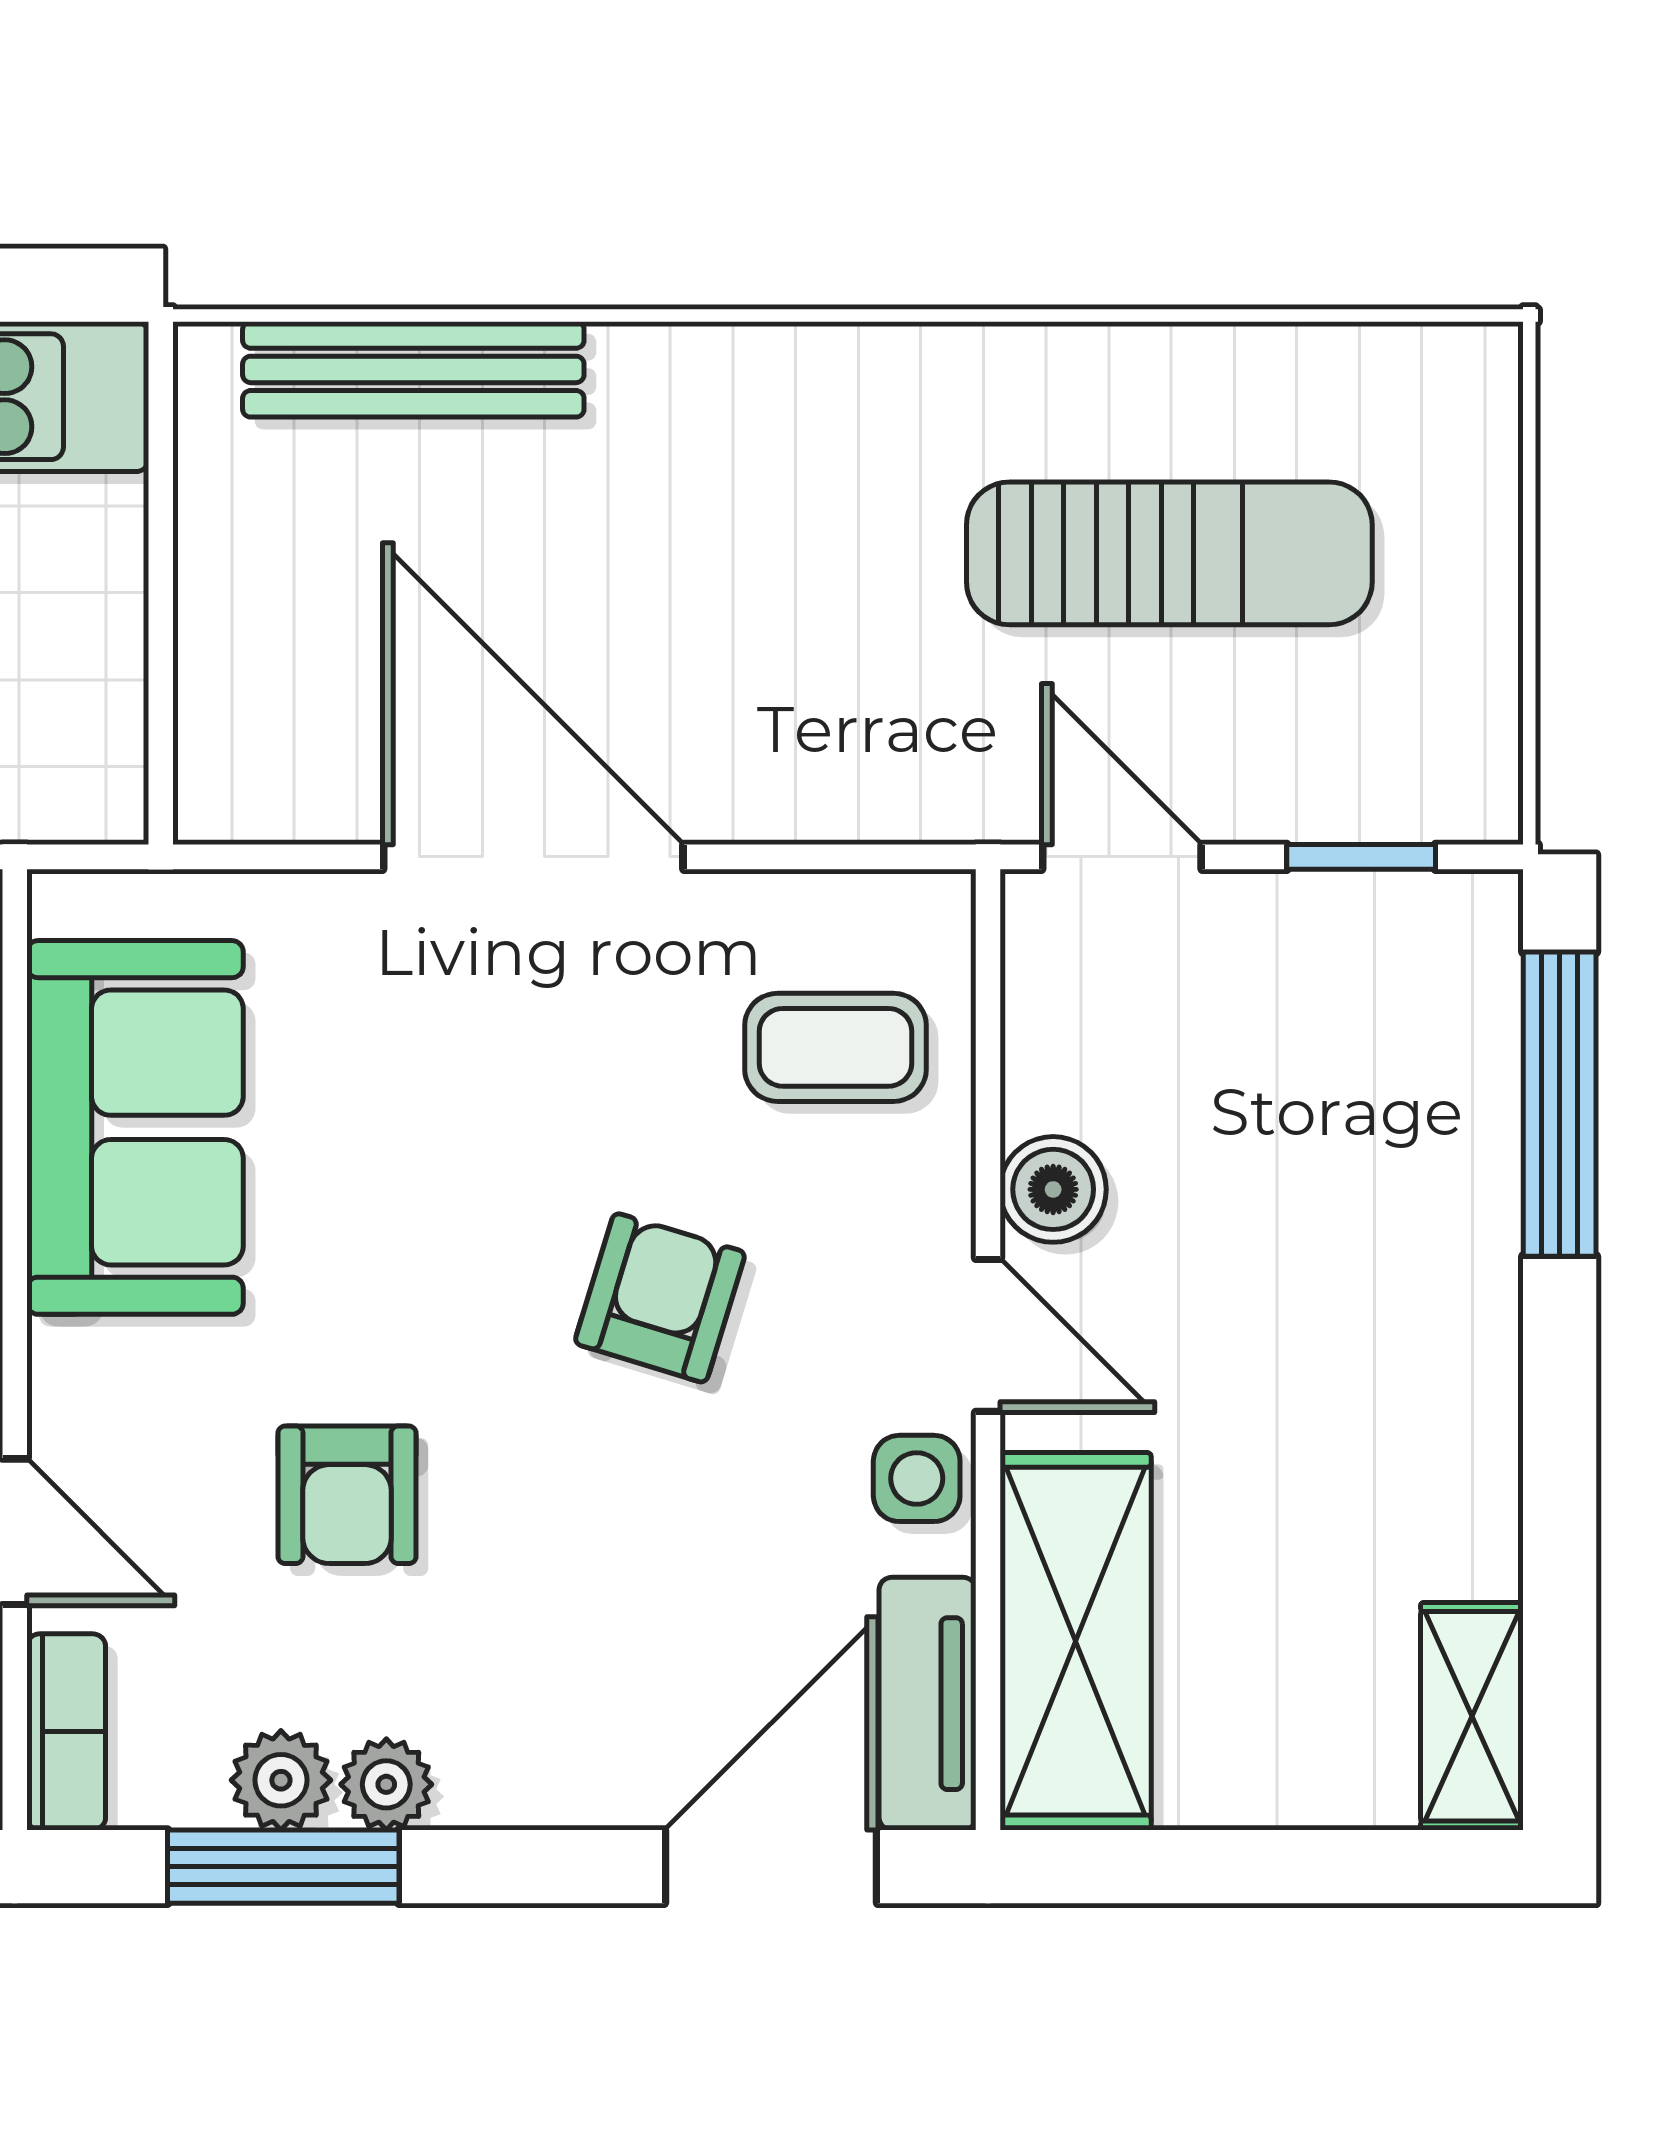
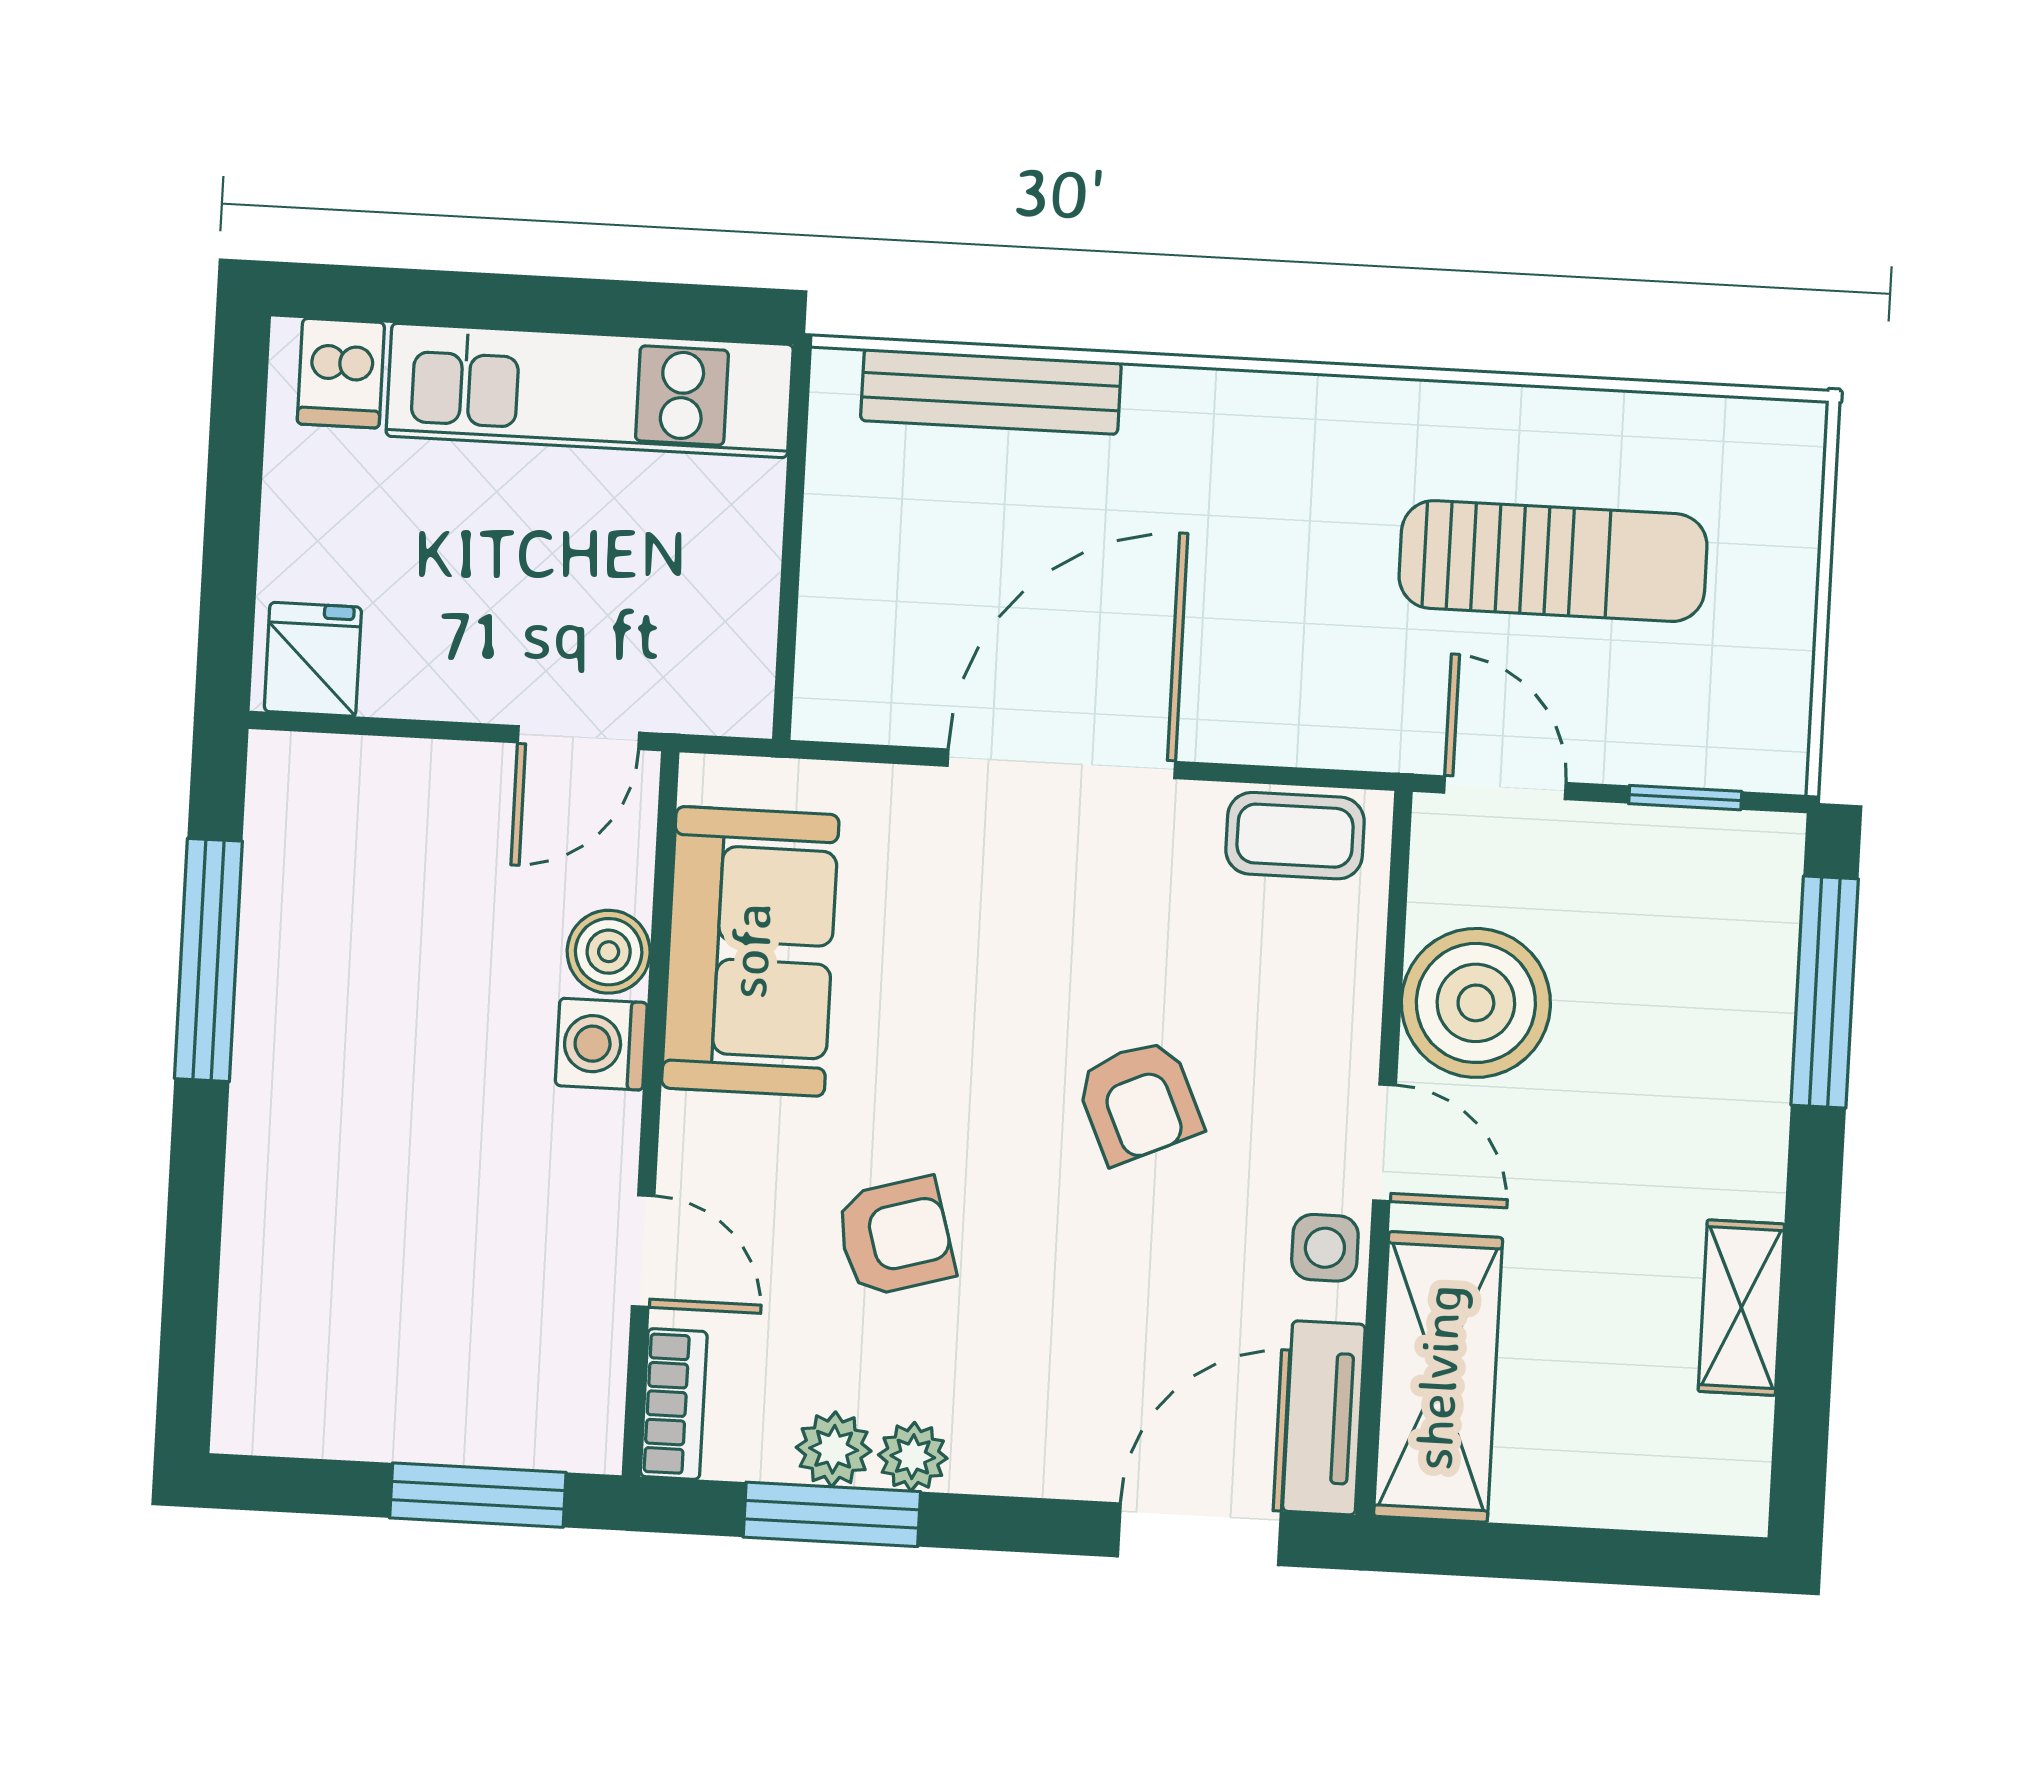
door: (533, 857) -> (1061, 764), hinge flipped
coffee table: (836, 1047) -> (1295, 836), moved
boiler: (1053, 1189) -> (1476, 1003), width x1.86, depth x1.86
armchair: (660, 1298) -> (1139, 1101), turned 139
armchair: (347, 1495) -> (895, 1237), turned -106
shelving: (1472, 1716) -> (1741, 1308), moved

